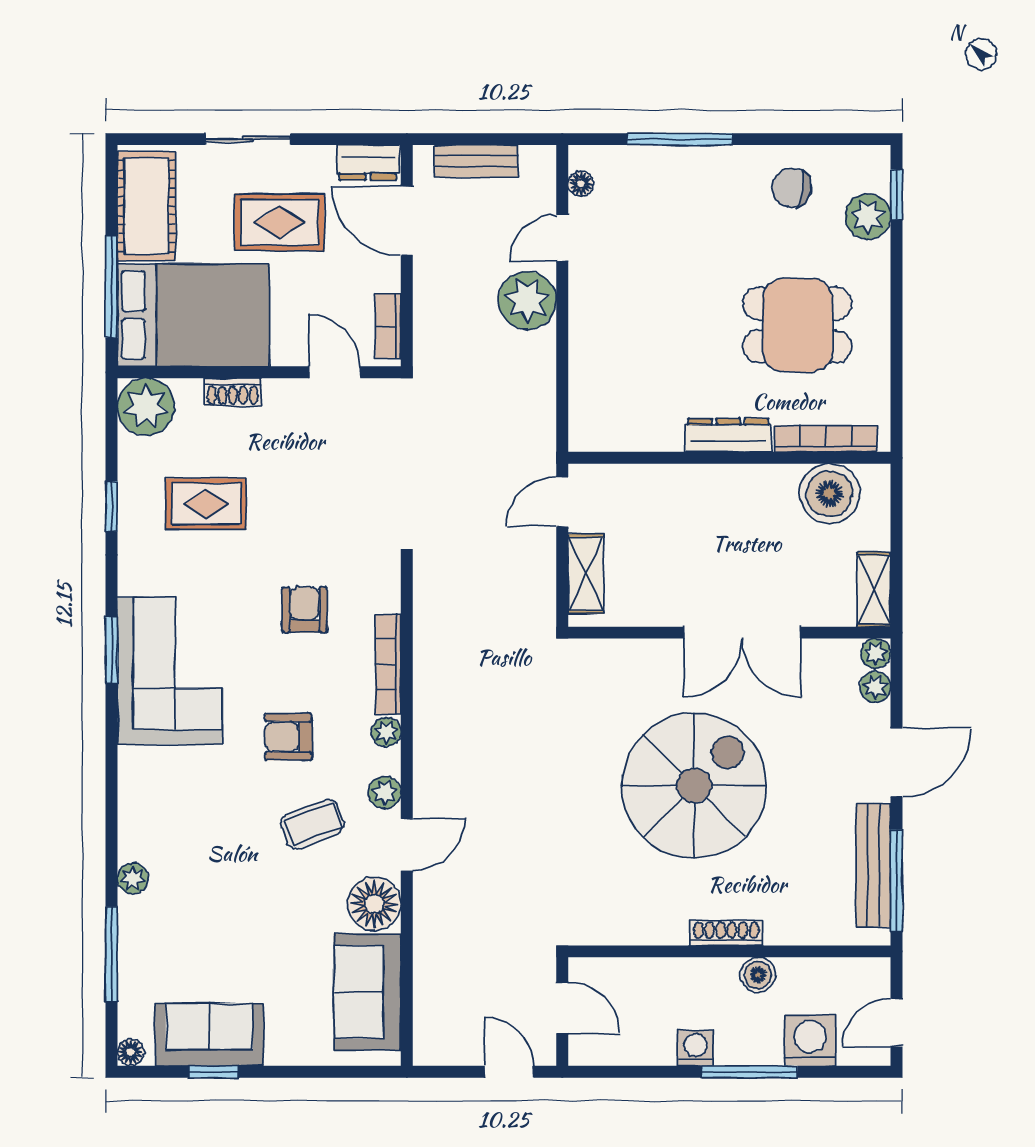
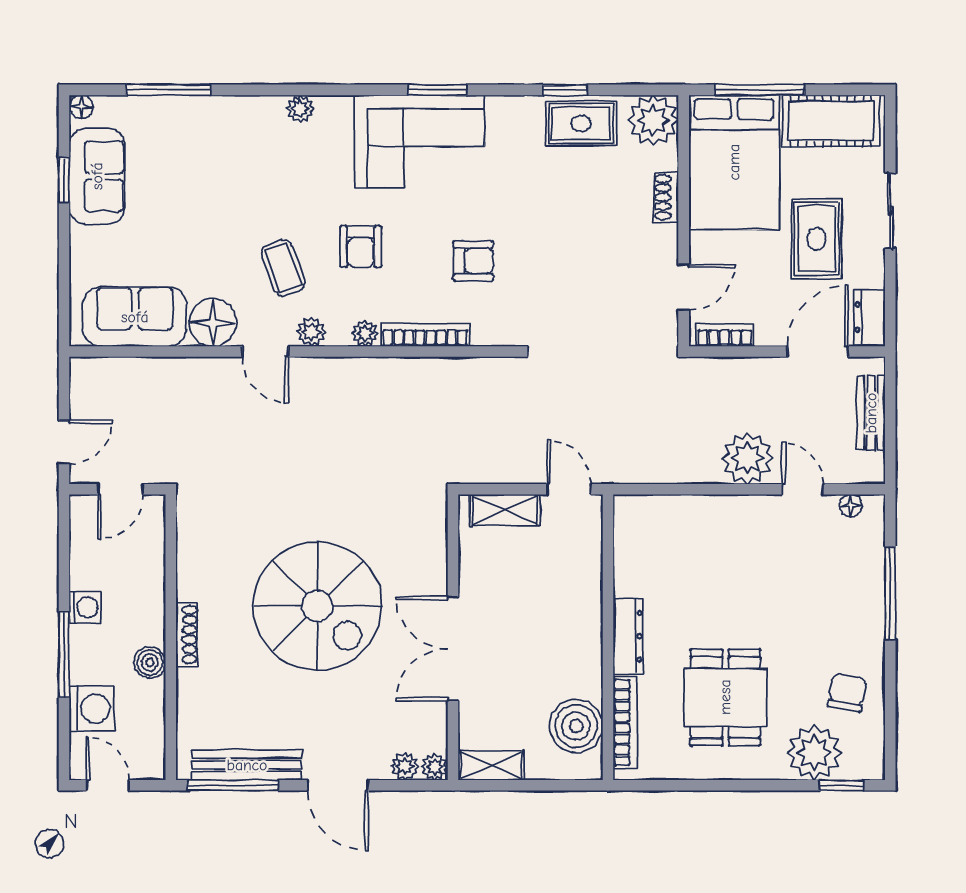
plant: (868, 216) -> (814, 753), width x1.36, depth x1.36
rug: (206, 504) -> (581, 123), moved, turned 90
armchair: (288, 737) -> (361, 246), turned 180
plant: (133, 878) -> (300, 109), moved

